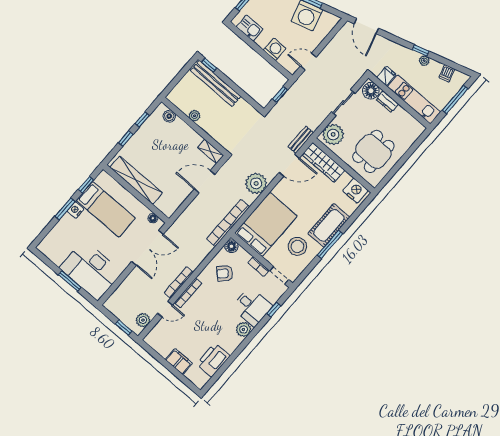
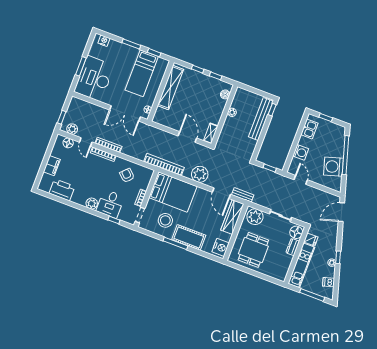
dining table: (373, 151) -> (253, 250), turned 90
nightstand: (75, 210) -> (104, 41), moved
floor lamp: (231, 246) -> (68, 143), moved

